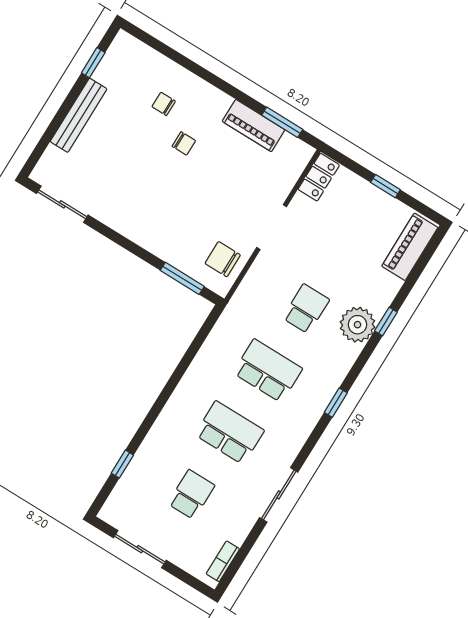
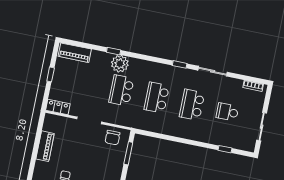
window: (282, 122) -> (39, 133), removed
school desk: (306, 309) -> (121, 90), width x1.85
window: (336, 403) -> (180, 64), moved

